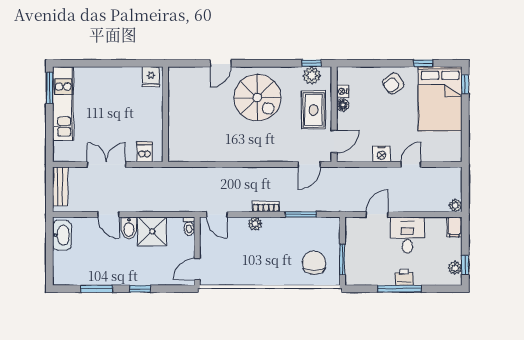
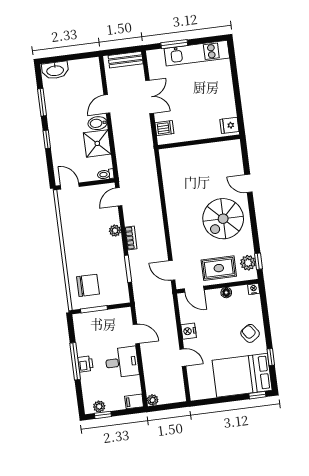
window: (49, 88) -> (174, 44), moved
nightstand: (343, 91) -> (254, 289), moved
washbasin: (62, 235) -> (55, 70), moved

